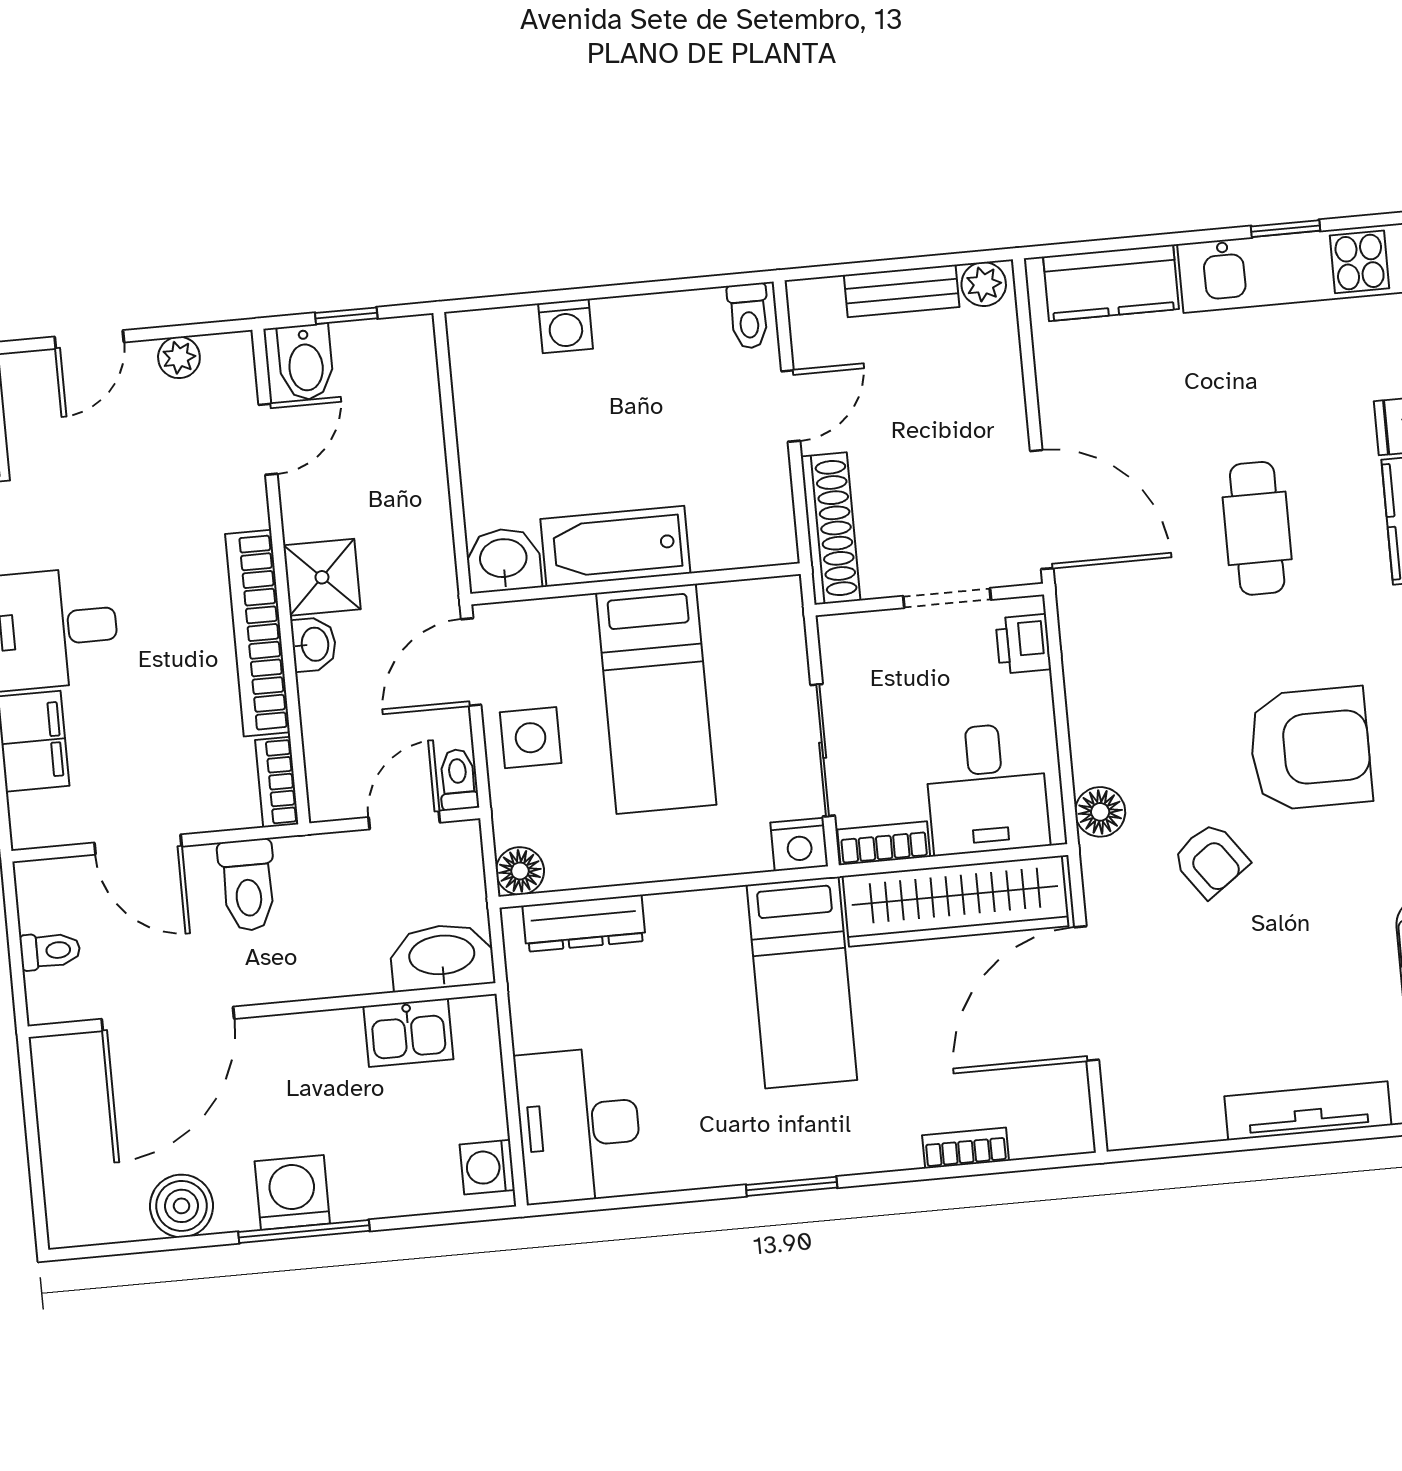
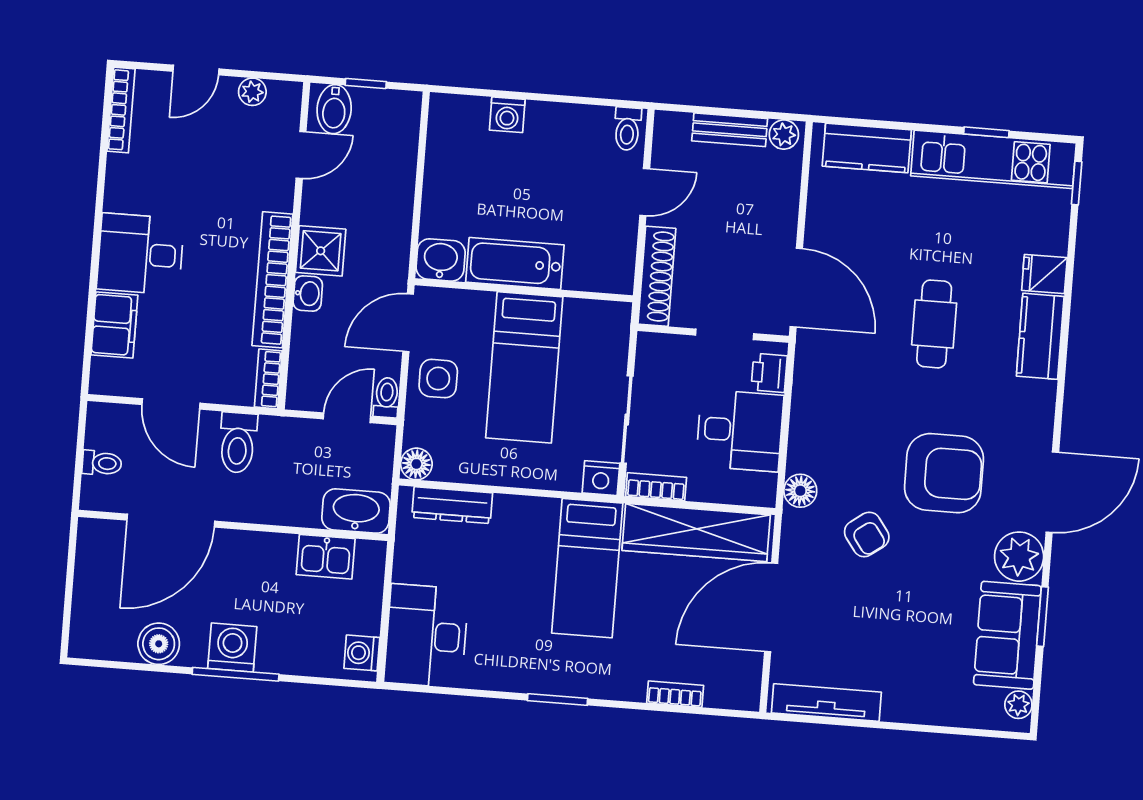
desk: (987, 789) -> (740, 431), moved, turned -90
tv unit: (1308, 1111) -> (826, 702), moved

